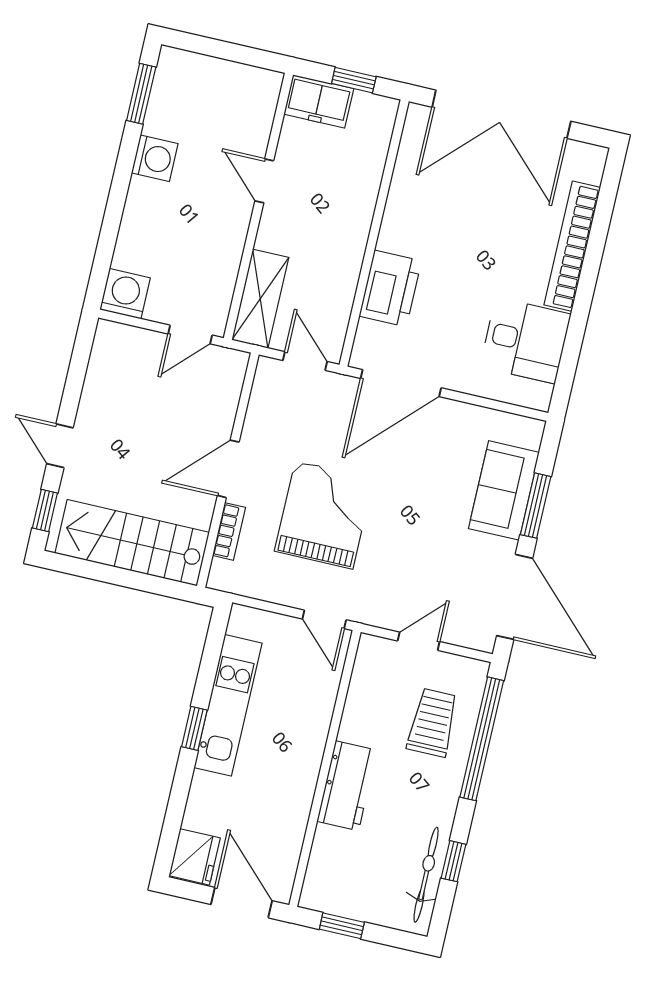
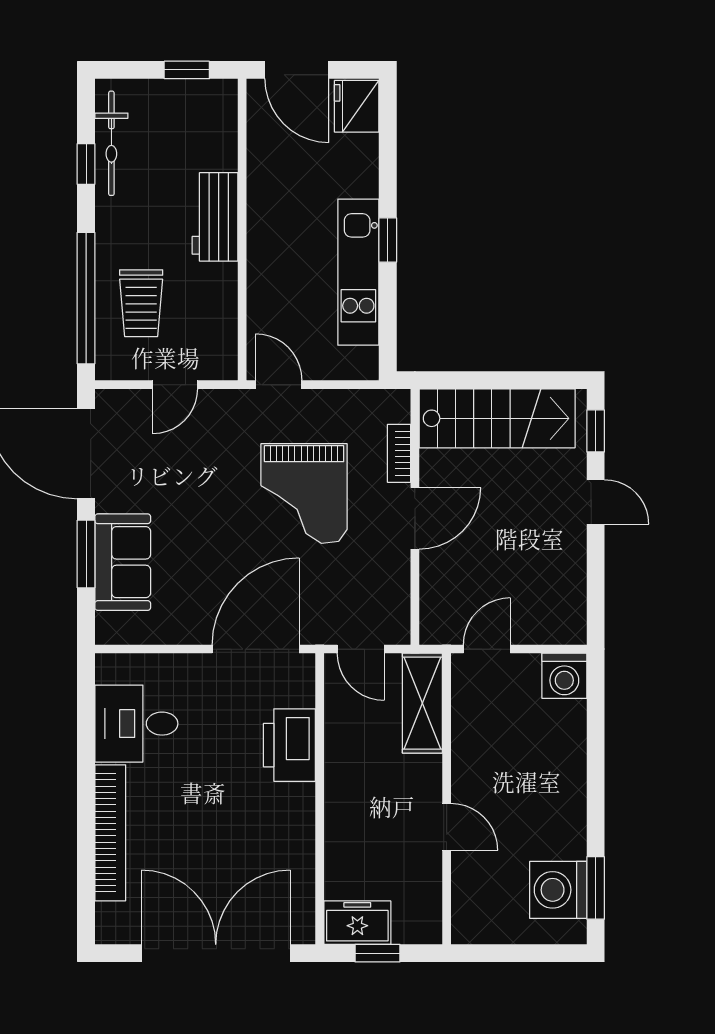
freezer: (319, 101) -> (357, 923), moved
washing machine: (155, 158) -> (558, 890), moved, width x1.37, depth x1.37

